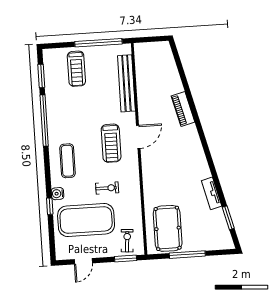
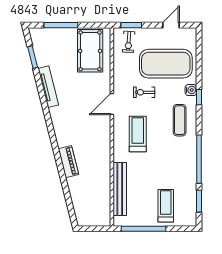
door: (138, 137) -> (112, 104), moved
tv unit: (212, 193) -> (48, 87), width x1.41
window: (50, 206) -> (199, 97), moved
window: (187, 255) -> (61, 25), moved

